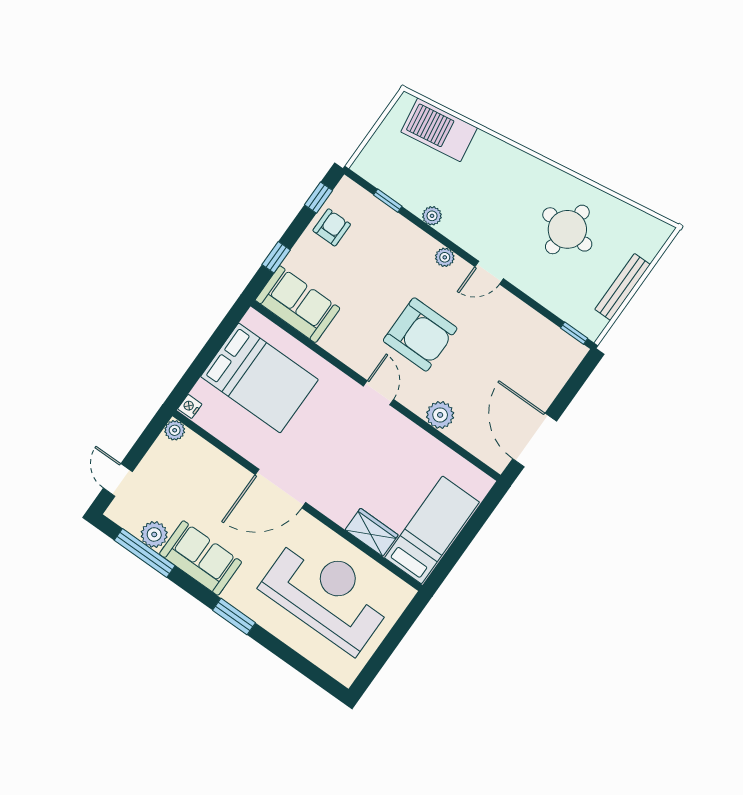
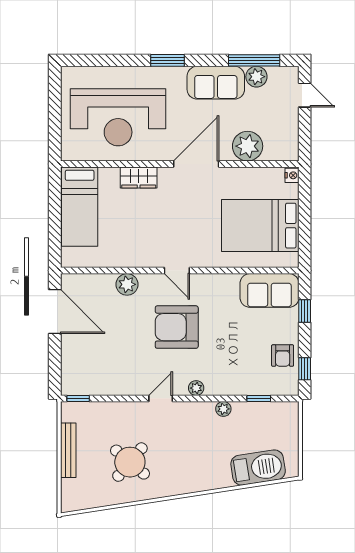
round table: (567, 229) -> (130, 462), turned 35
plant: (175, 430) -> (248, 146), moved, width x1.88, depth x1.88
wardrobe: (372, 532) -> (139, 178), moved

